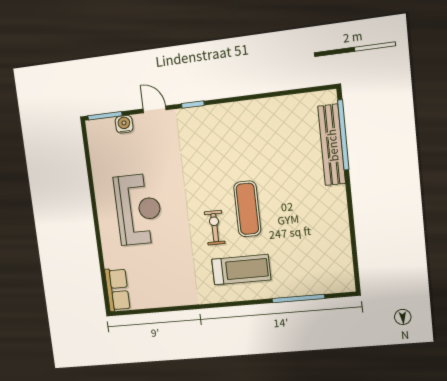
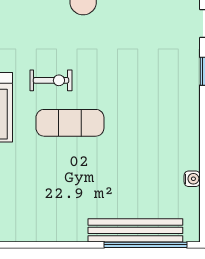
water cooler: (283, 102) -> (192, 179), added

